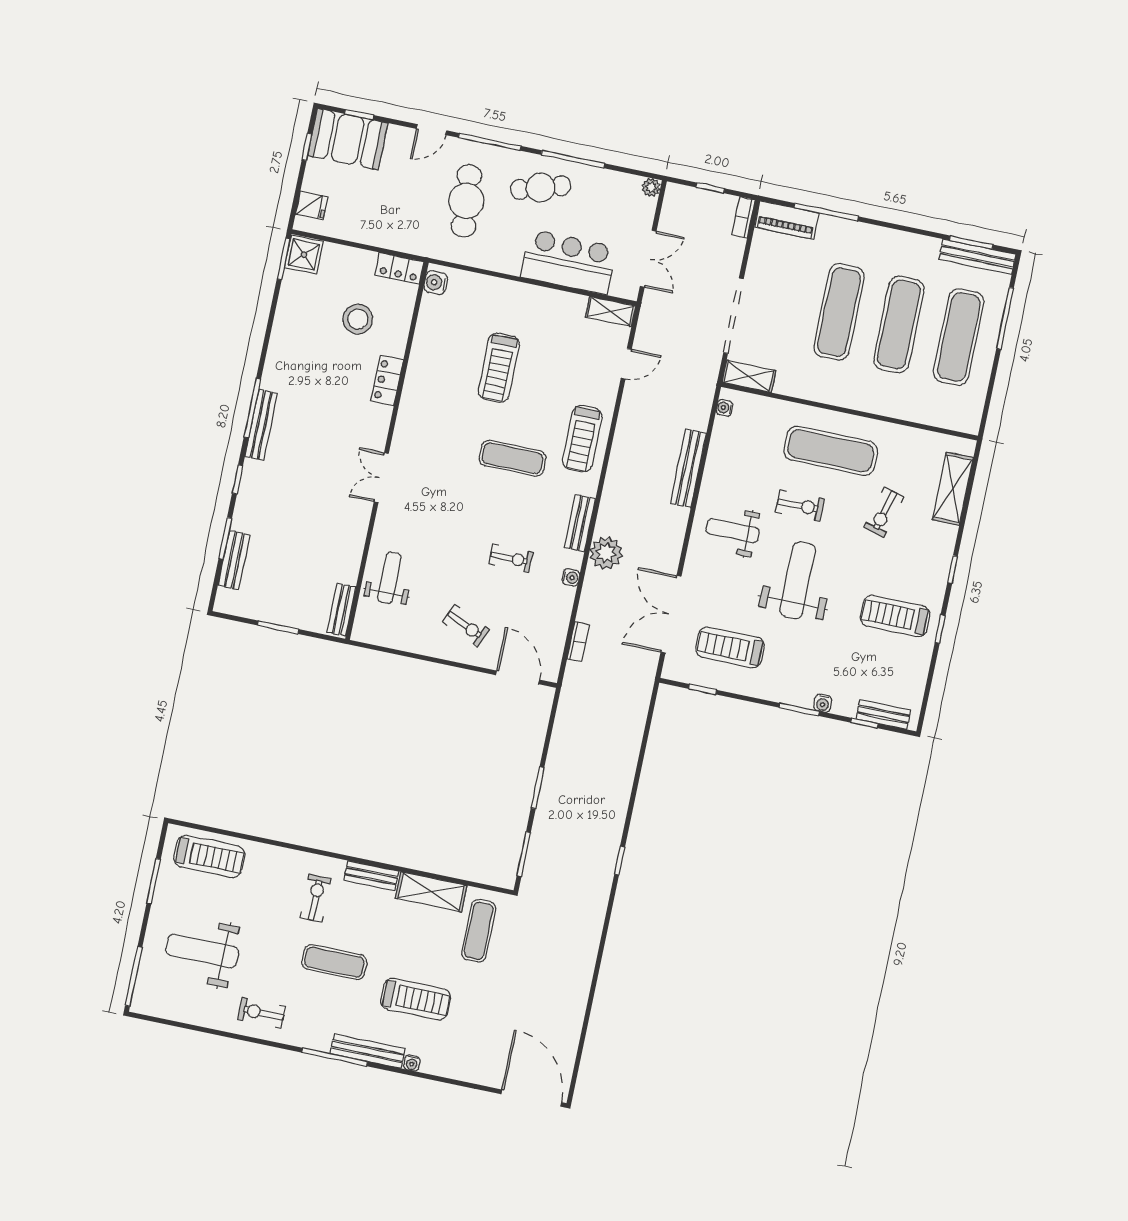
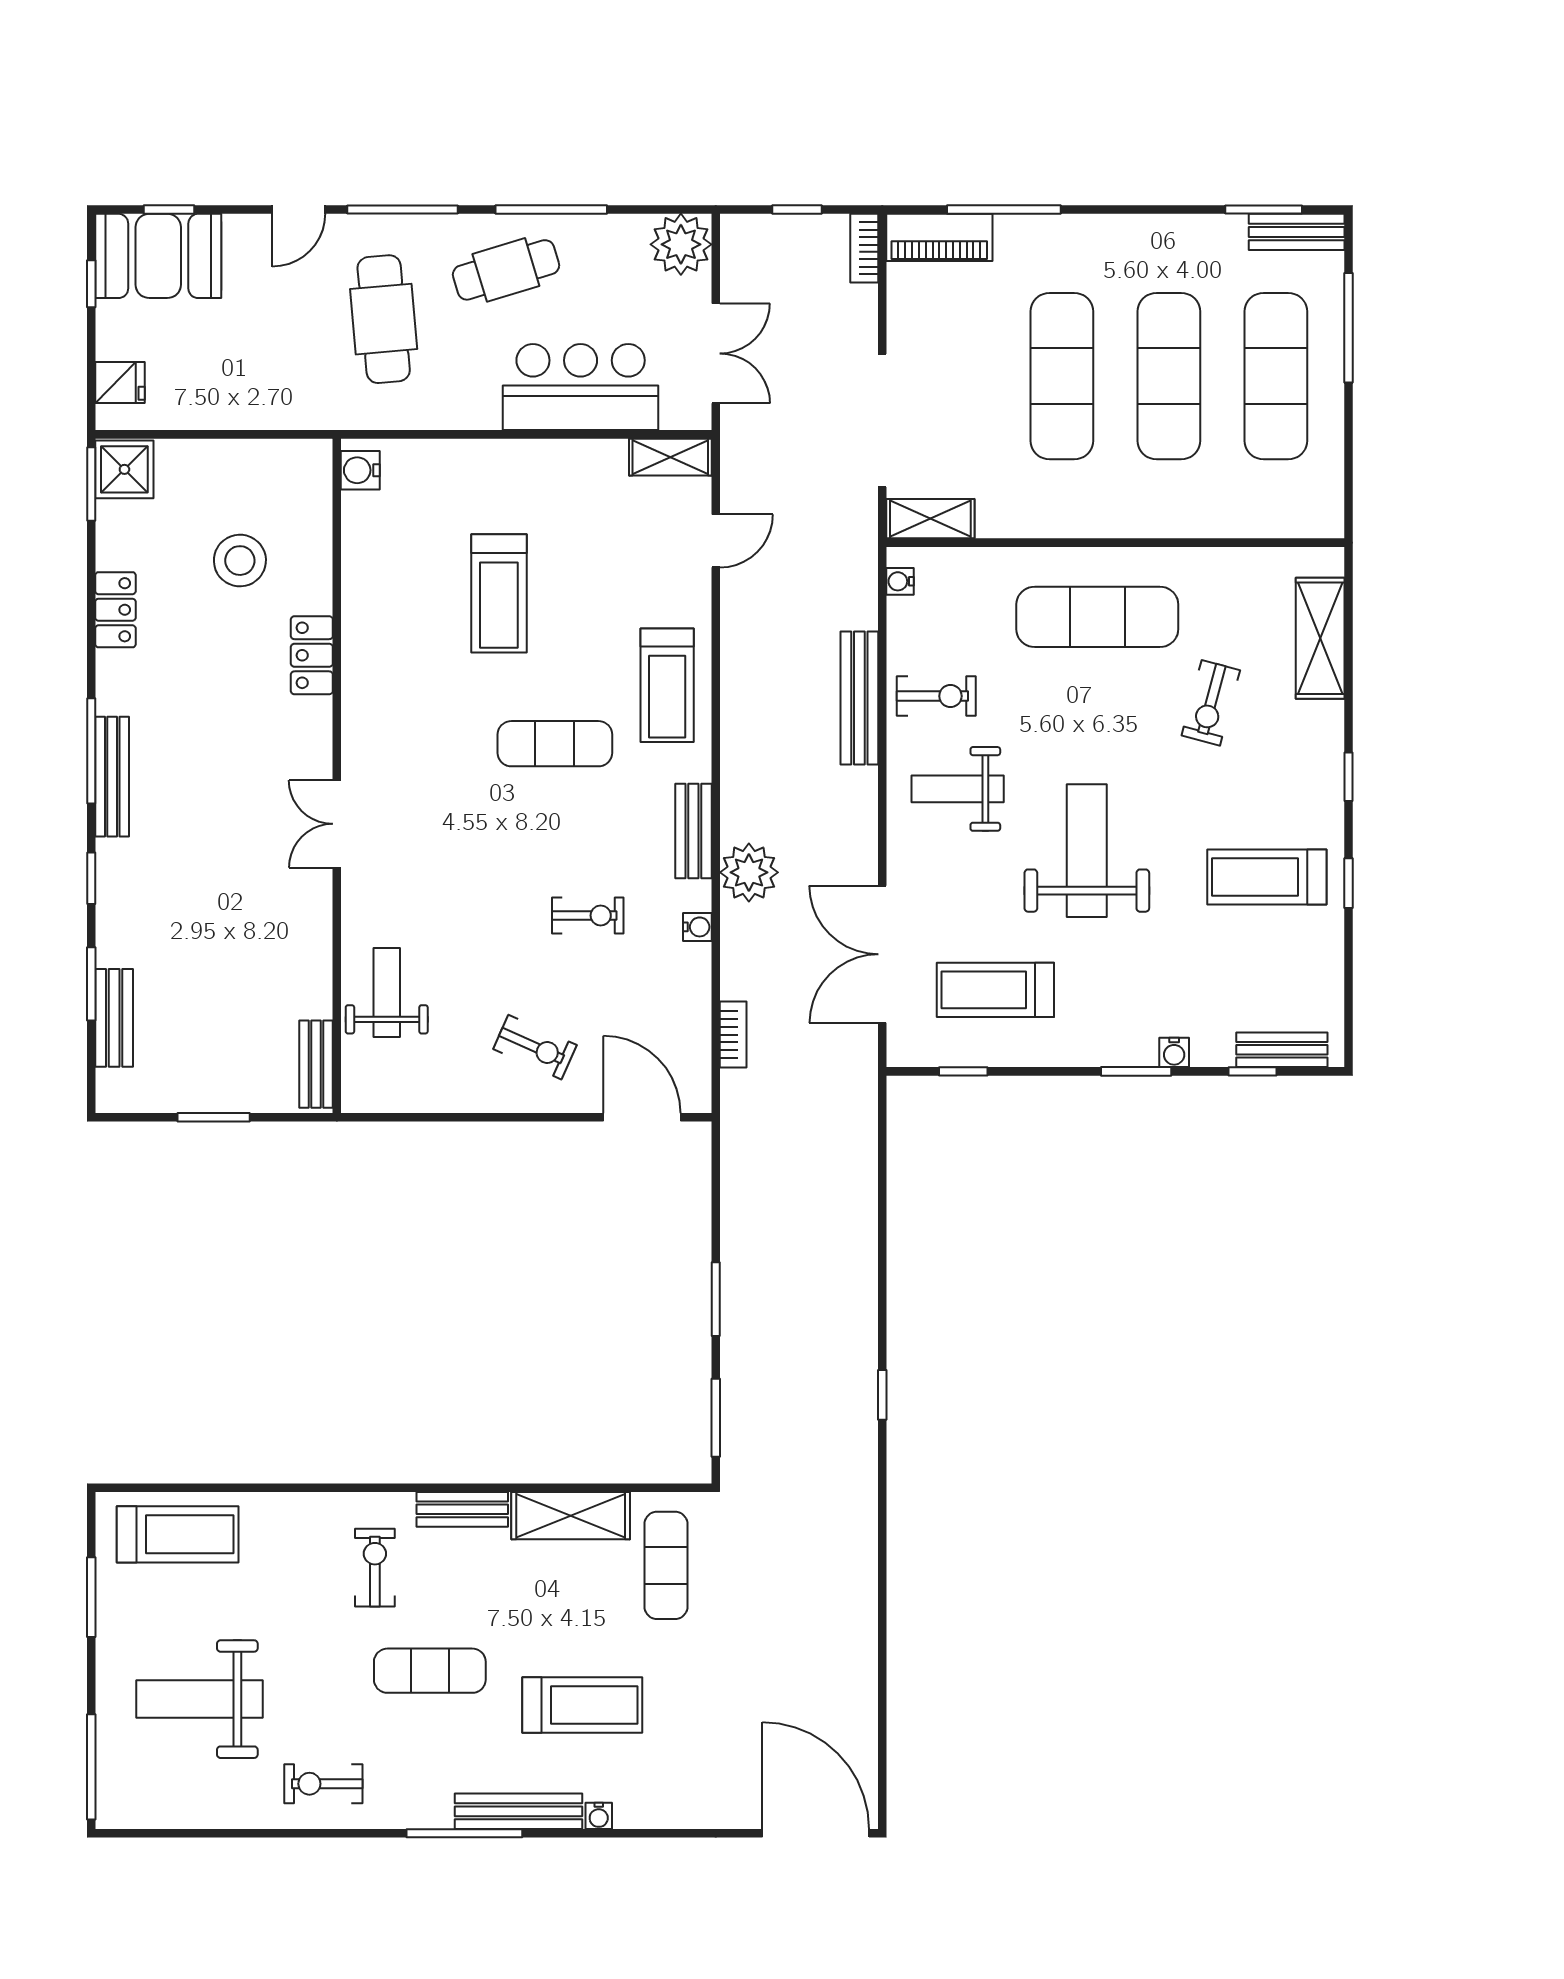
plant: (651, 187) -> (681, 244), width x1.88, depth x1.88
bench: (977, 257) -> (1297, 232), width x0.73
locker: (399, 268) -> (115, 610), moved, turned -90
exercise bike: (800, 506) -> (936, 696), moved

